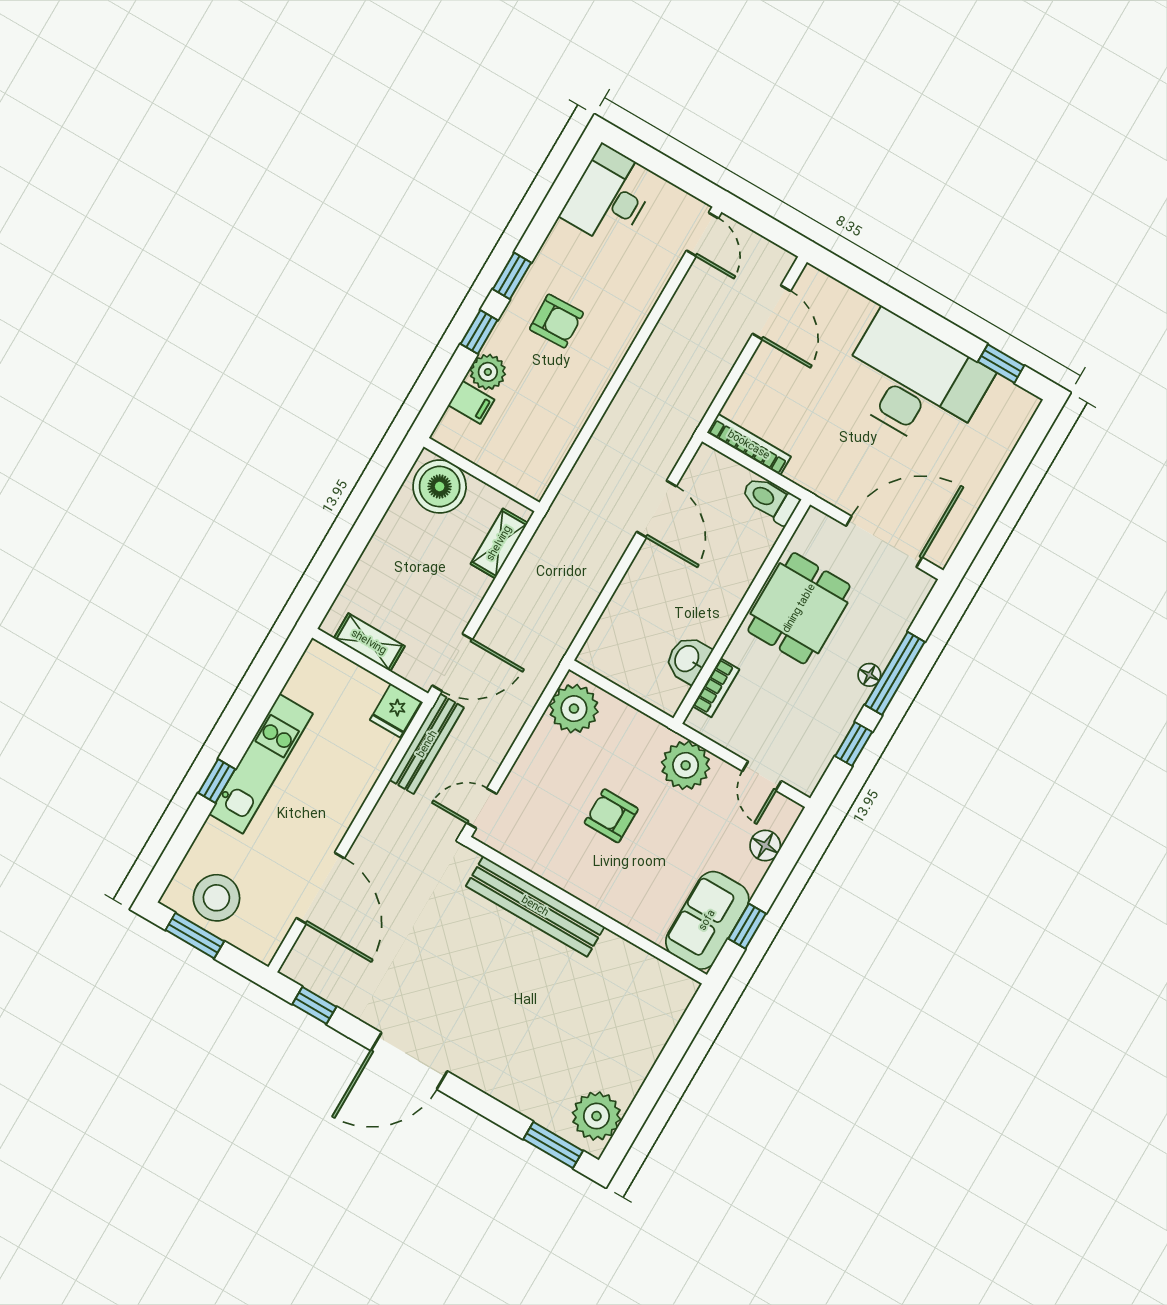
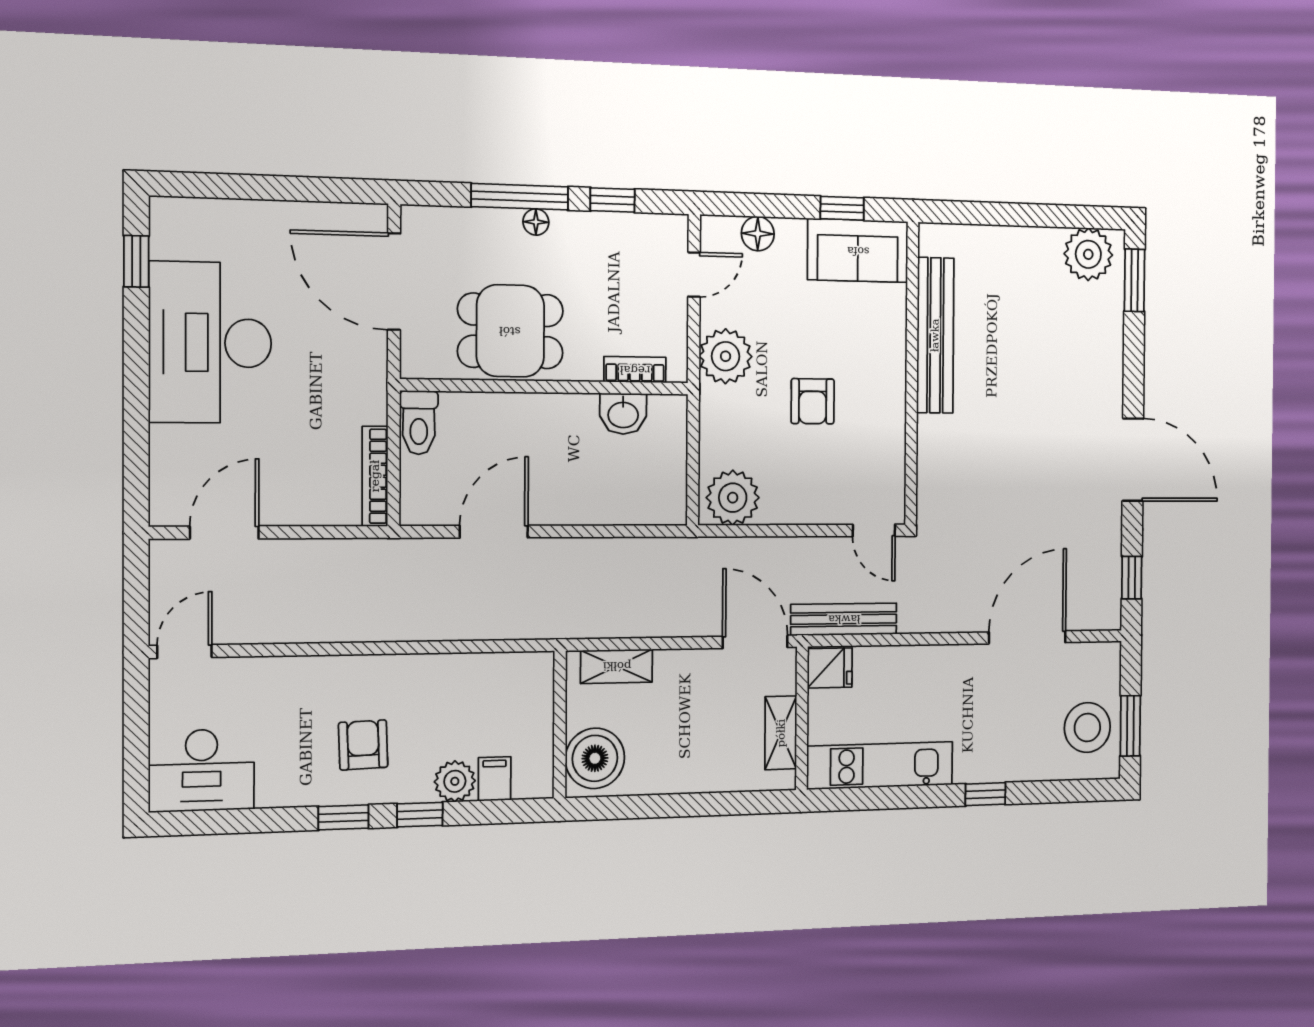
kitchen unit: (261, 764) -> (880, 765), moved
bench: (535, 906) -> (935, 335), moved

